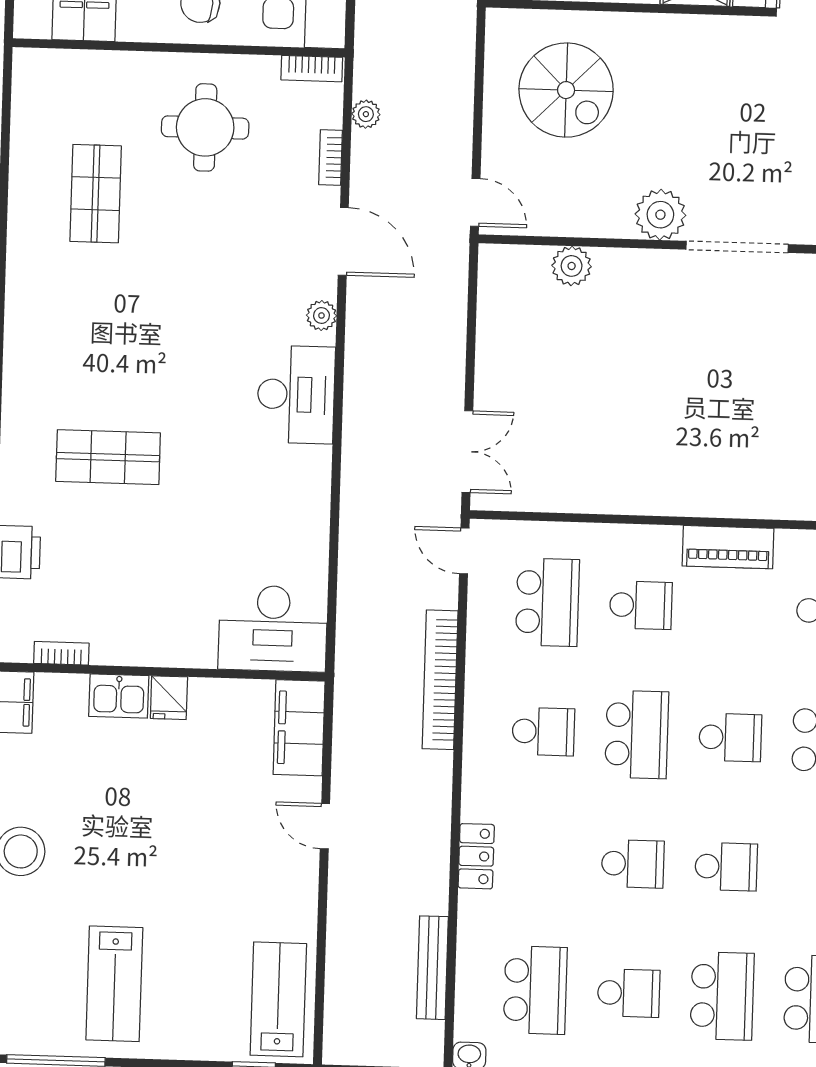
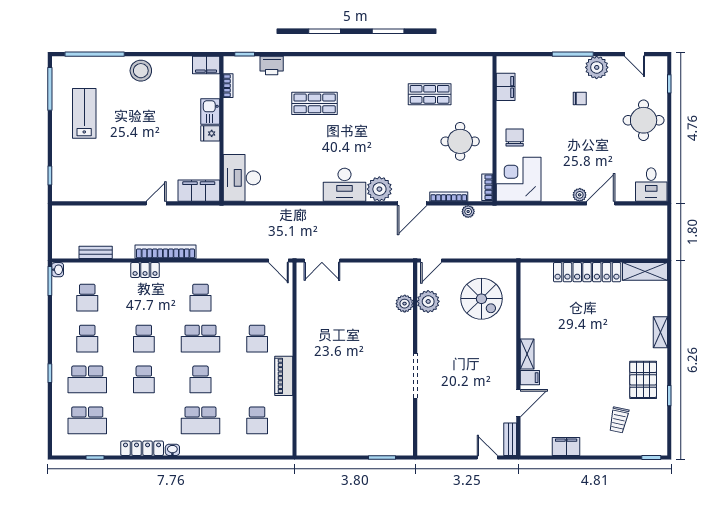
spiral stairs: (566, 90) -> (481, 299), turned -90
bookcase: (331, 157) -> (449, 197), width x1.56
plant: (660, 215) -> (428, 301), moved
plant: (321, 315) -> (379, 189), width x1.87, depth x1.87
shop shelf: (108, 457) -> (315, 103), turned 90
door: (464, 551) -> (278, 261), swing flipped
school desk: (547, 602) -> (257, 298), removed
bookcase: (440, 680) -> (166, 252), moved
bench: (432, 968) -> (96, 252), width x0.73
lab bench: (114, 984) -> (84, 113), turned 90
school desk: (535, 990) -> (87, 298), width x0.54
lab bench: (278, 999) -> (80, 185), removed

